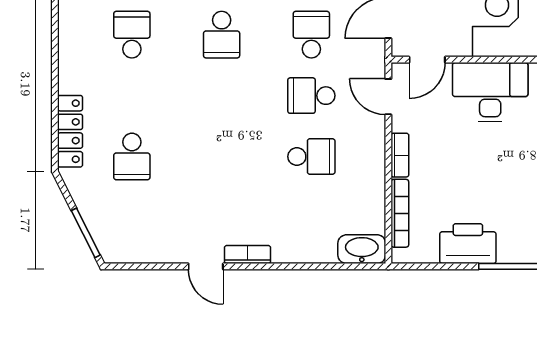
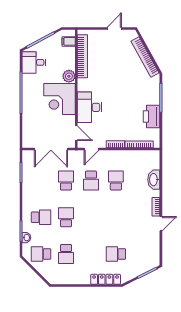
school desk: (132, 35) -> (66, 254), turned -90
school desk: (222, 35) -> (66, 217), turned -90
school desk: (311, 35) -> (66, 181), turned 90
school desk: (132, 157) -> (116, 254), turned 180
washbasin: (362, 249) -> (154, 180), moved

